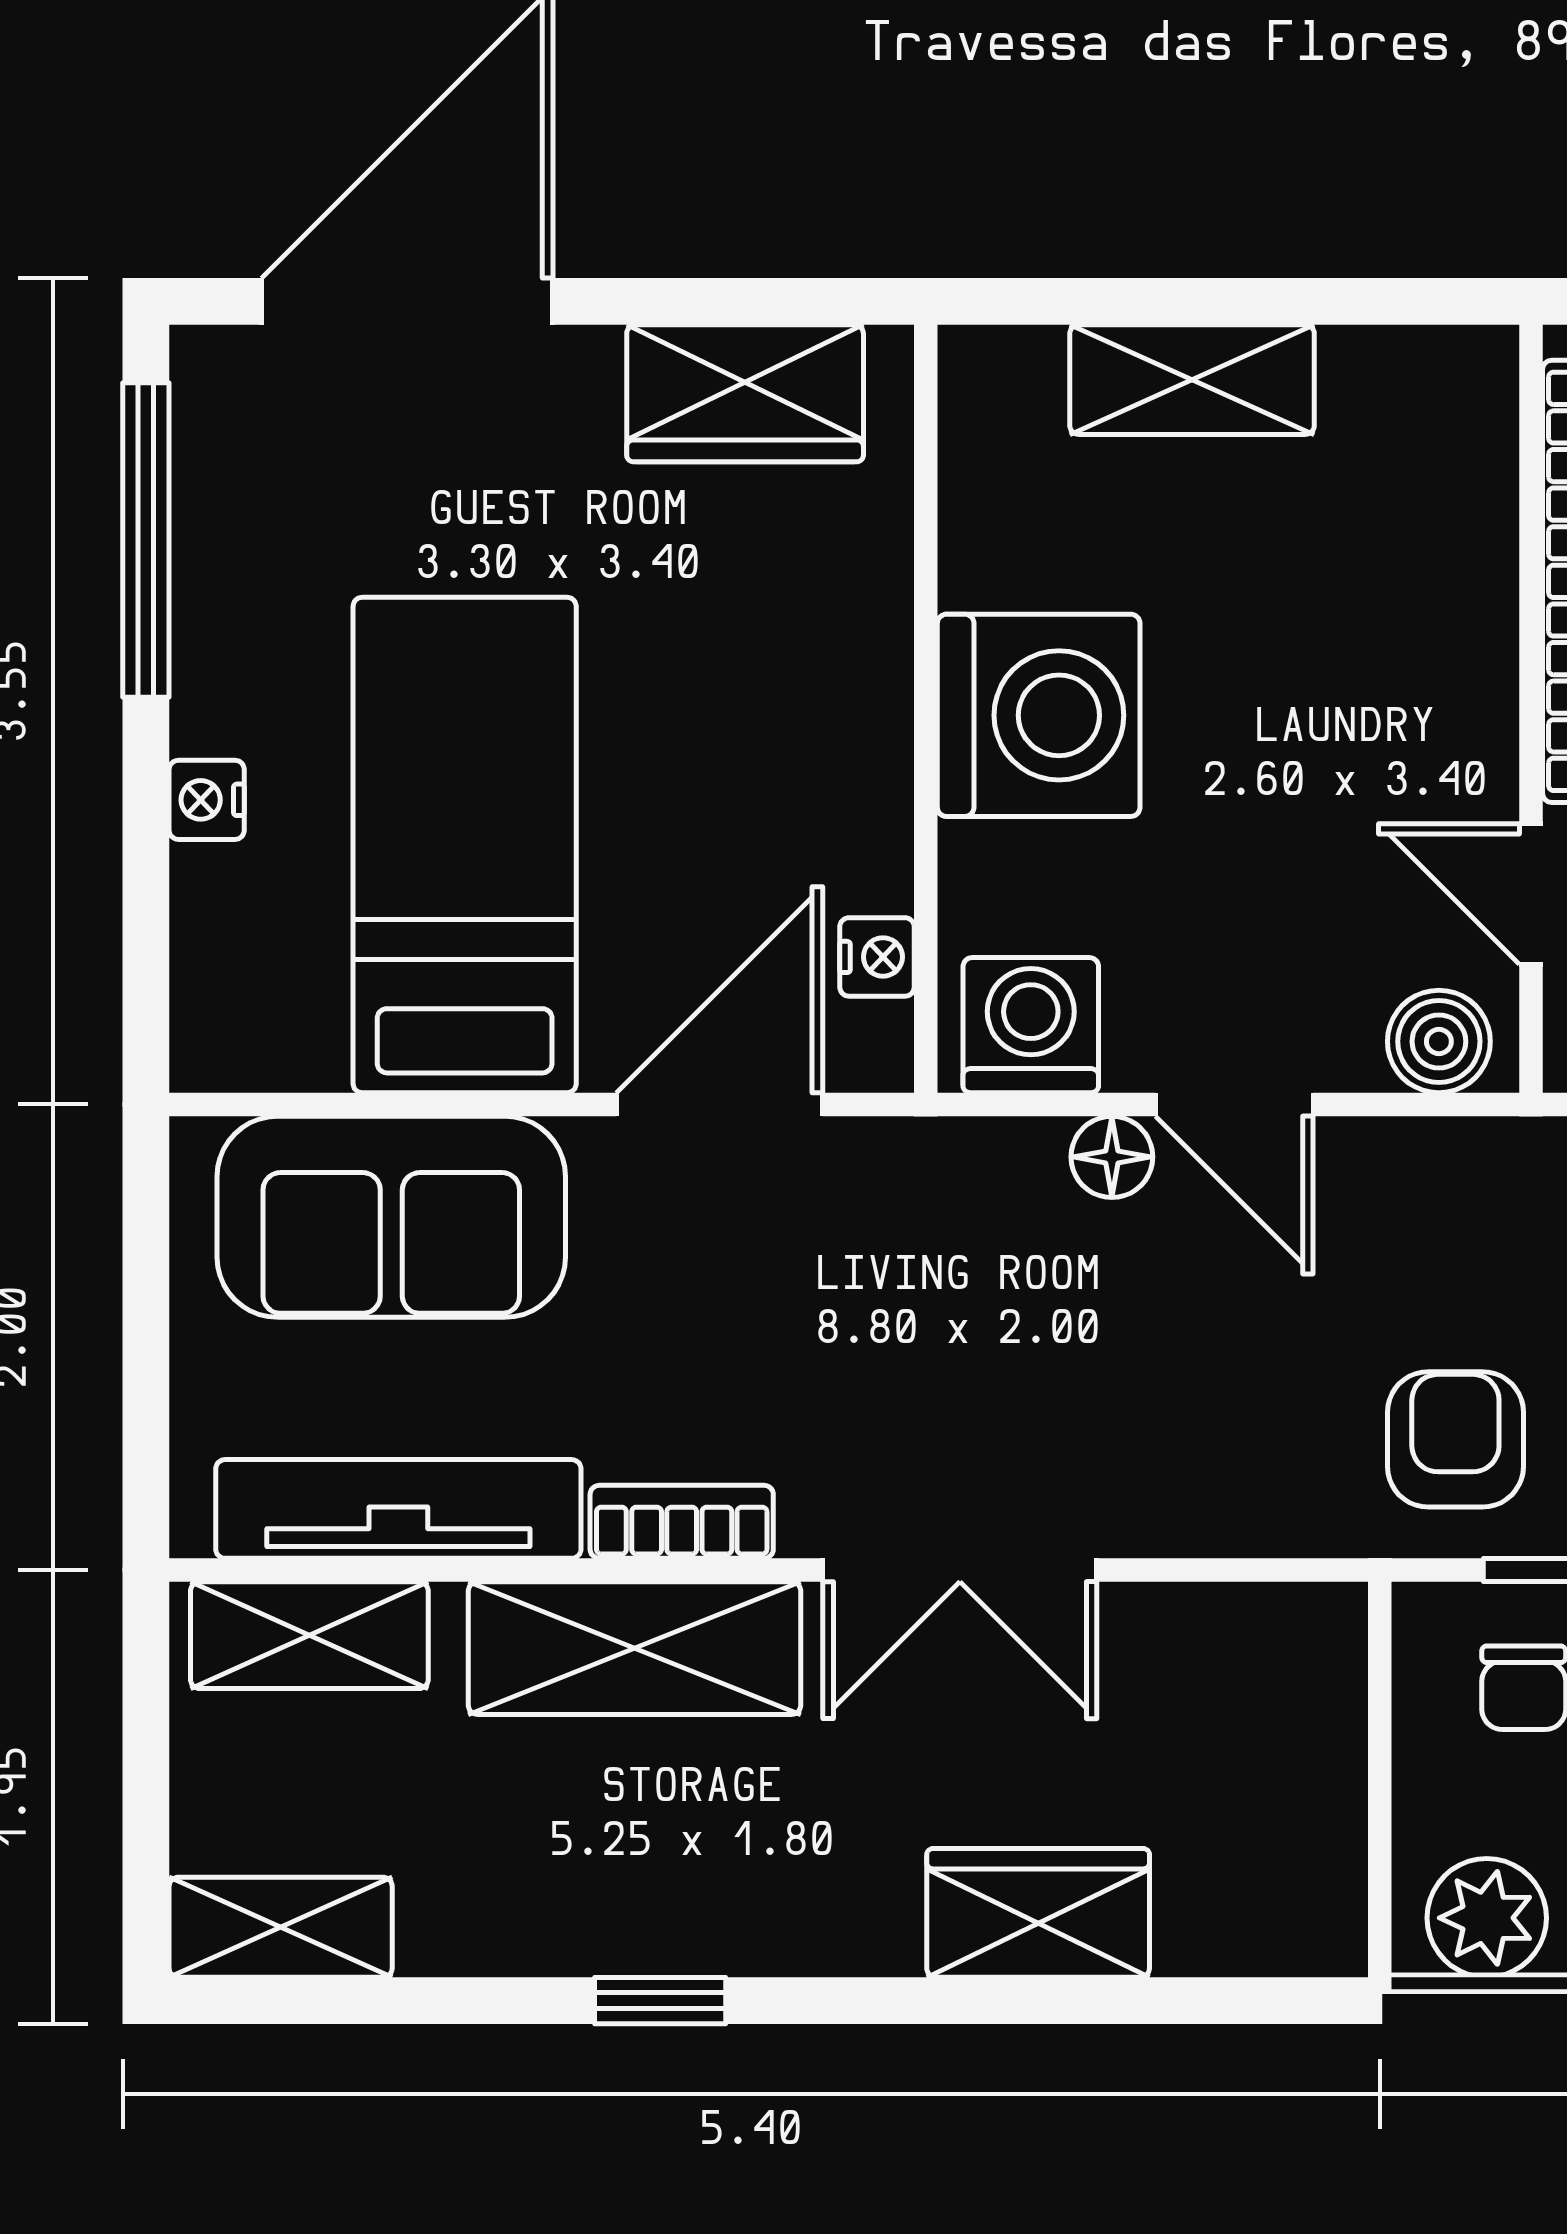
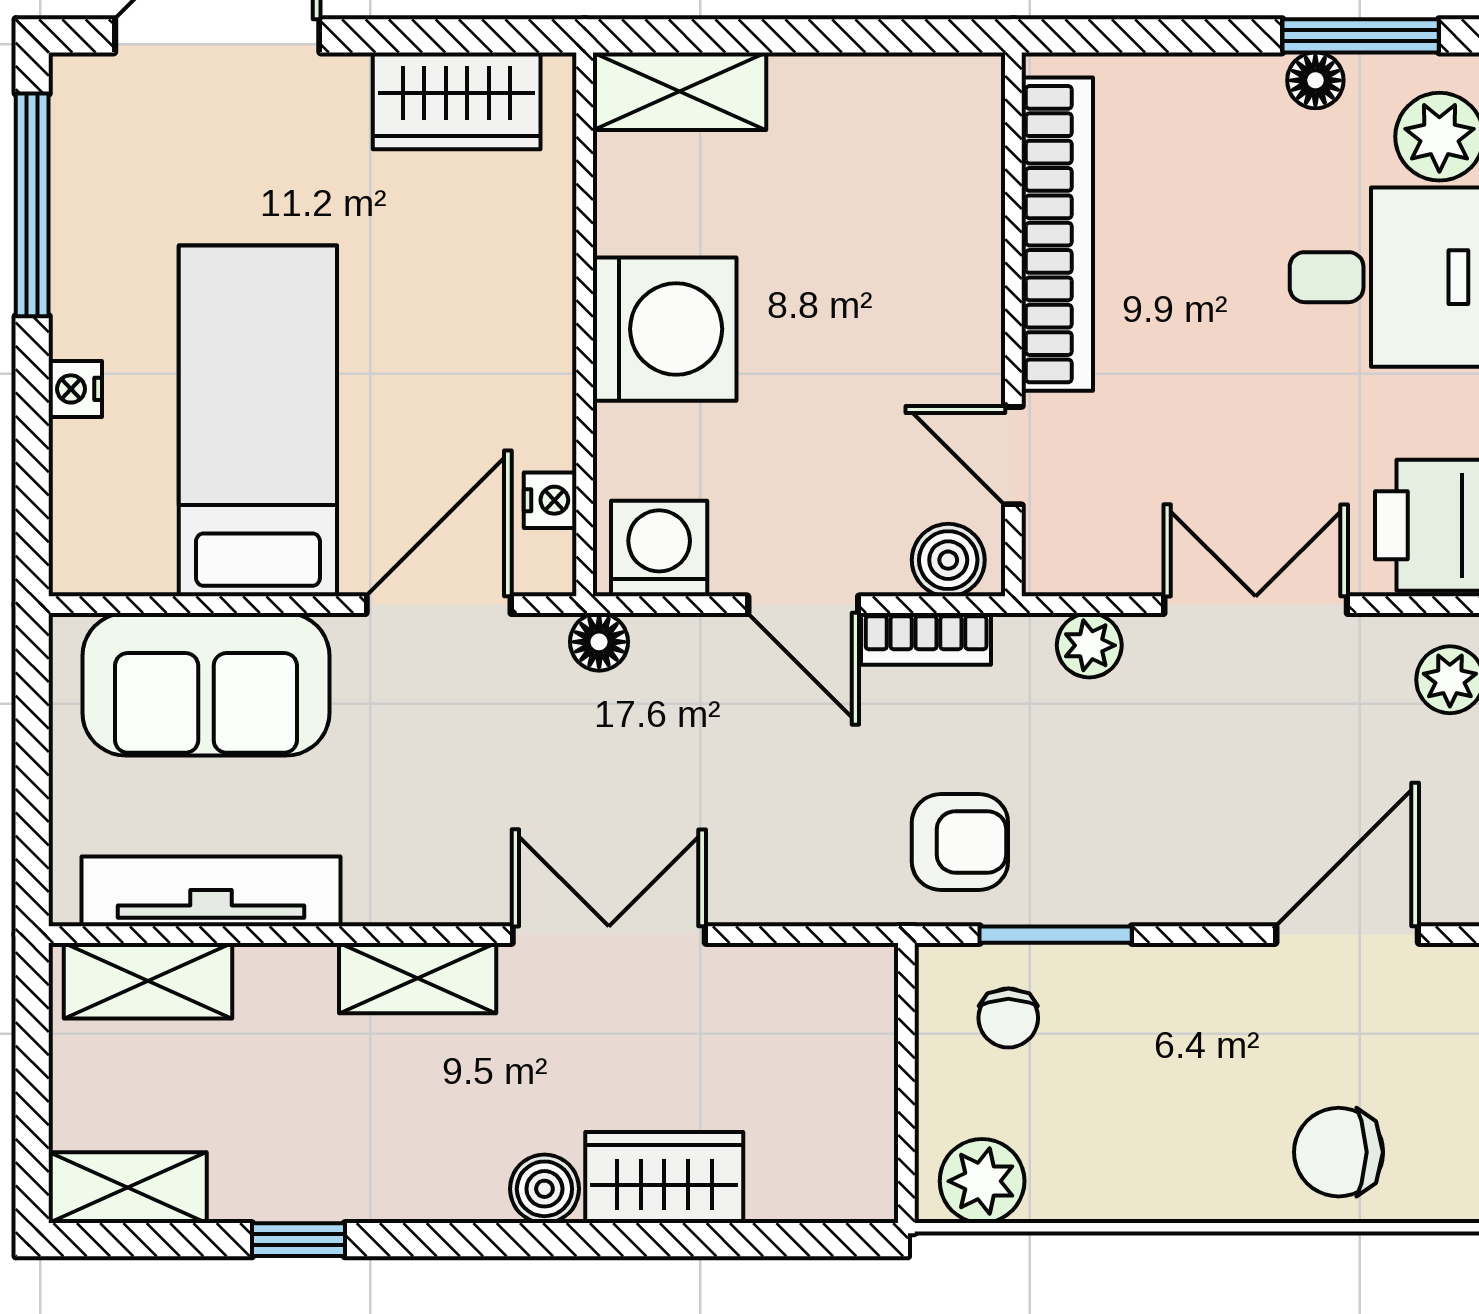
shelving: (1192, 380) -> (679, 91), moved
floor lamp: (1112, 1157) -> (599, 642), moved
armchair: (1455, 1439) -> (960, 842), turned 90
bookcase: (682, 1522) -> (926, 639), moved, turned 180
double door: (960, 1570) -> (609, 935), swing flipped
shelving: (635, 1648) -> (418, 978), width x0.67, depth x0.75
boiler: (869, 1929) -> (544, 1189), added
window: (660, 2001) -> (298, 1240), moved

